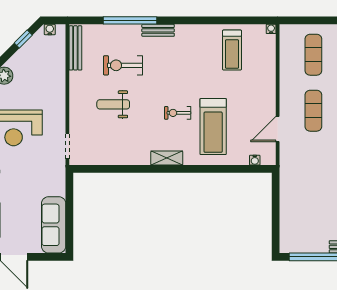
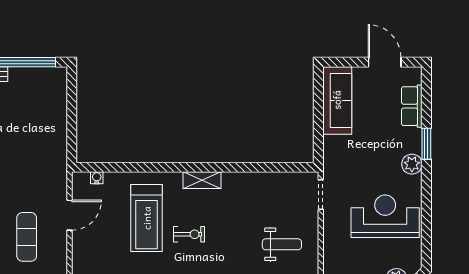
weight bench: (113, 104) -> (282, 244), moved
treadmill: (213, 127) -> (147, 218), turned 180

